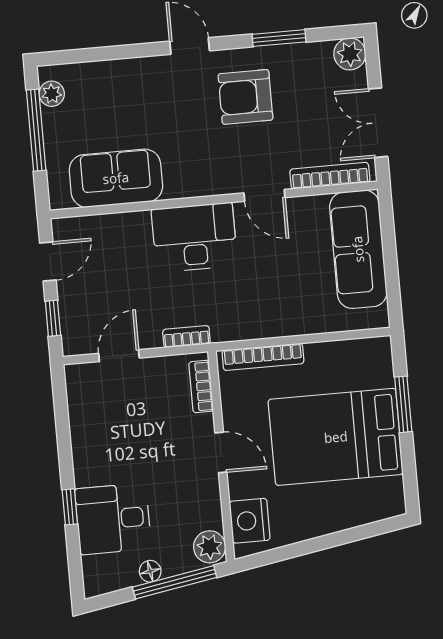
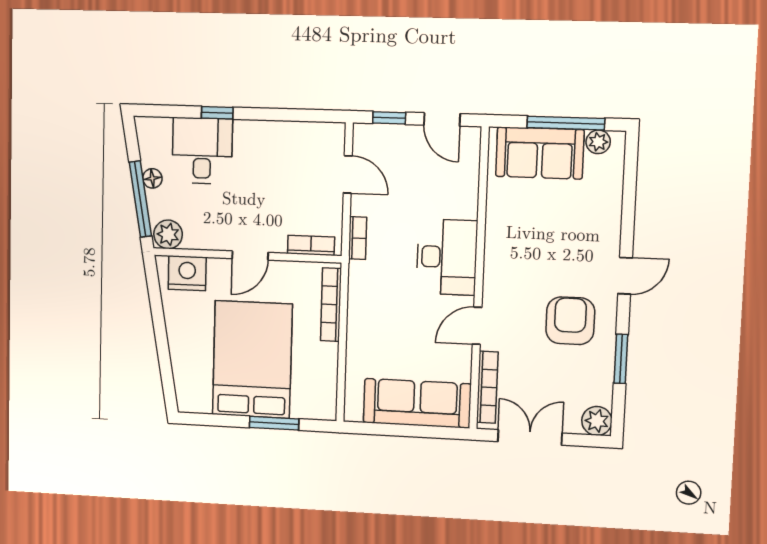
sofa: (116, 178) -> (540, 153), moved, turned 90

